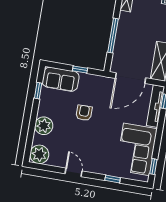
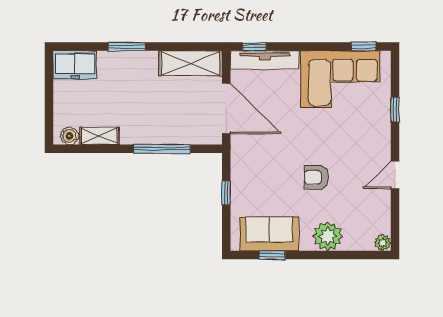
sofa: (61, 79) -> (269, 234), moved, turned -90
armchair: (84, 113) -> (316, 177), moved
plant: (39, 154) -> (383, 243), width x0.53, depth x0.53

